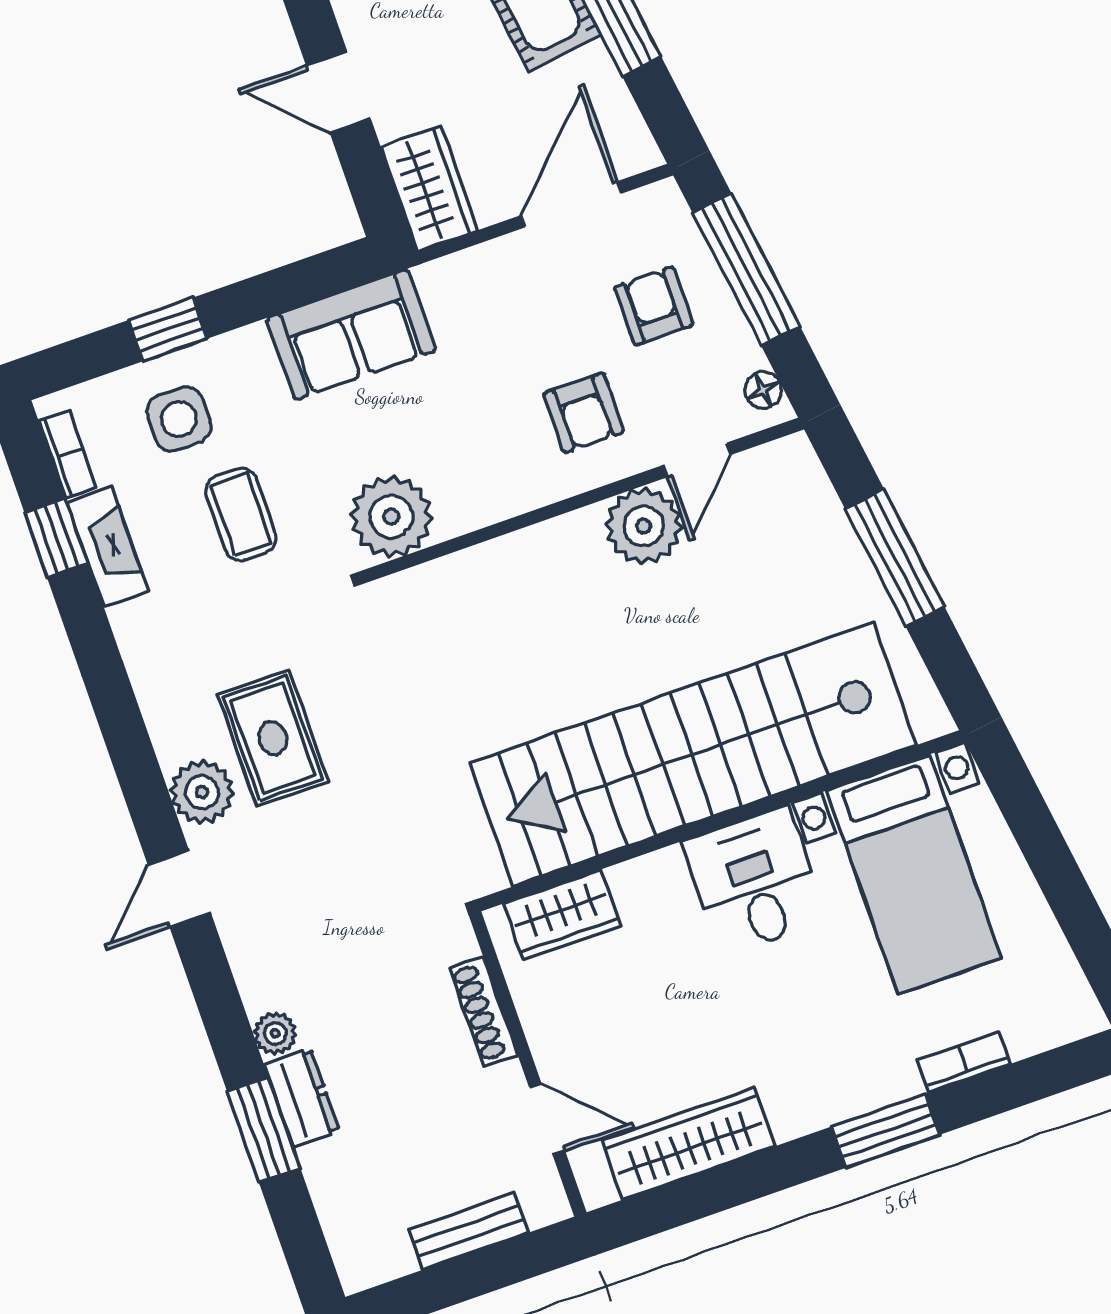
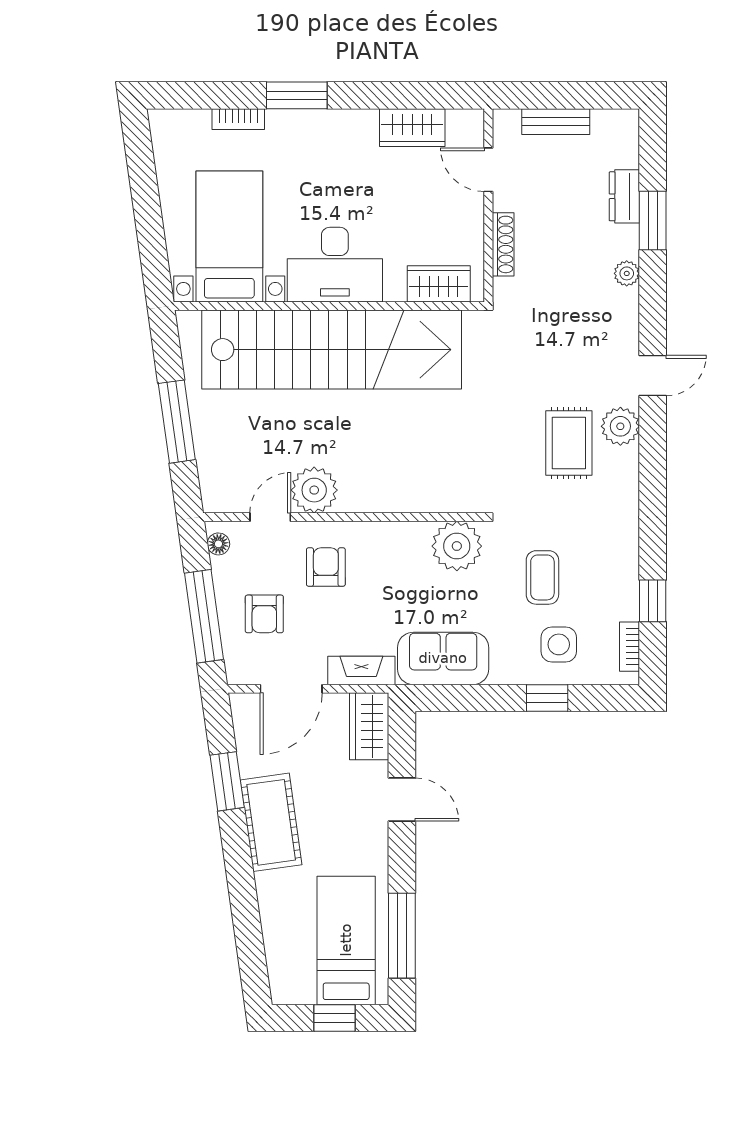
fireplace: (108, 547) -> (361, 670), moved, turned 90
desk: (754, 881) -> (335, 265), width x1.37
dresser: (302, 1098) -> (624, 196), moved
wardrobe: (689, 1143) -> (412, 128), width x0.67

